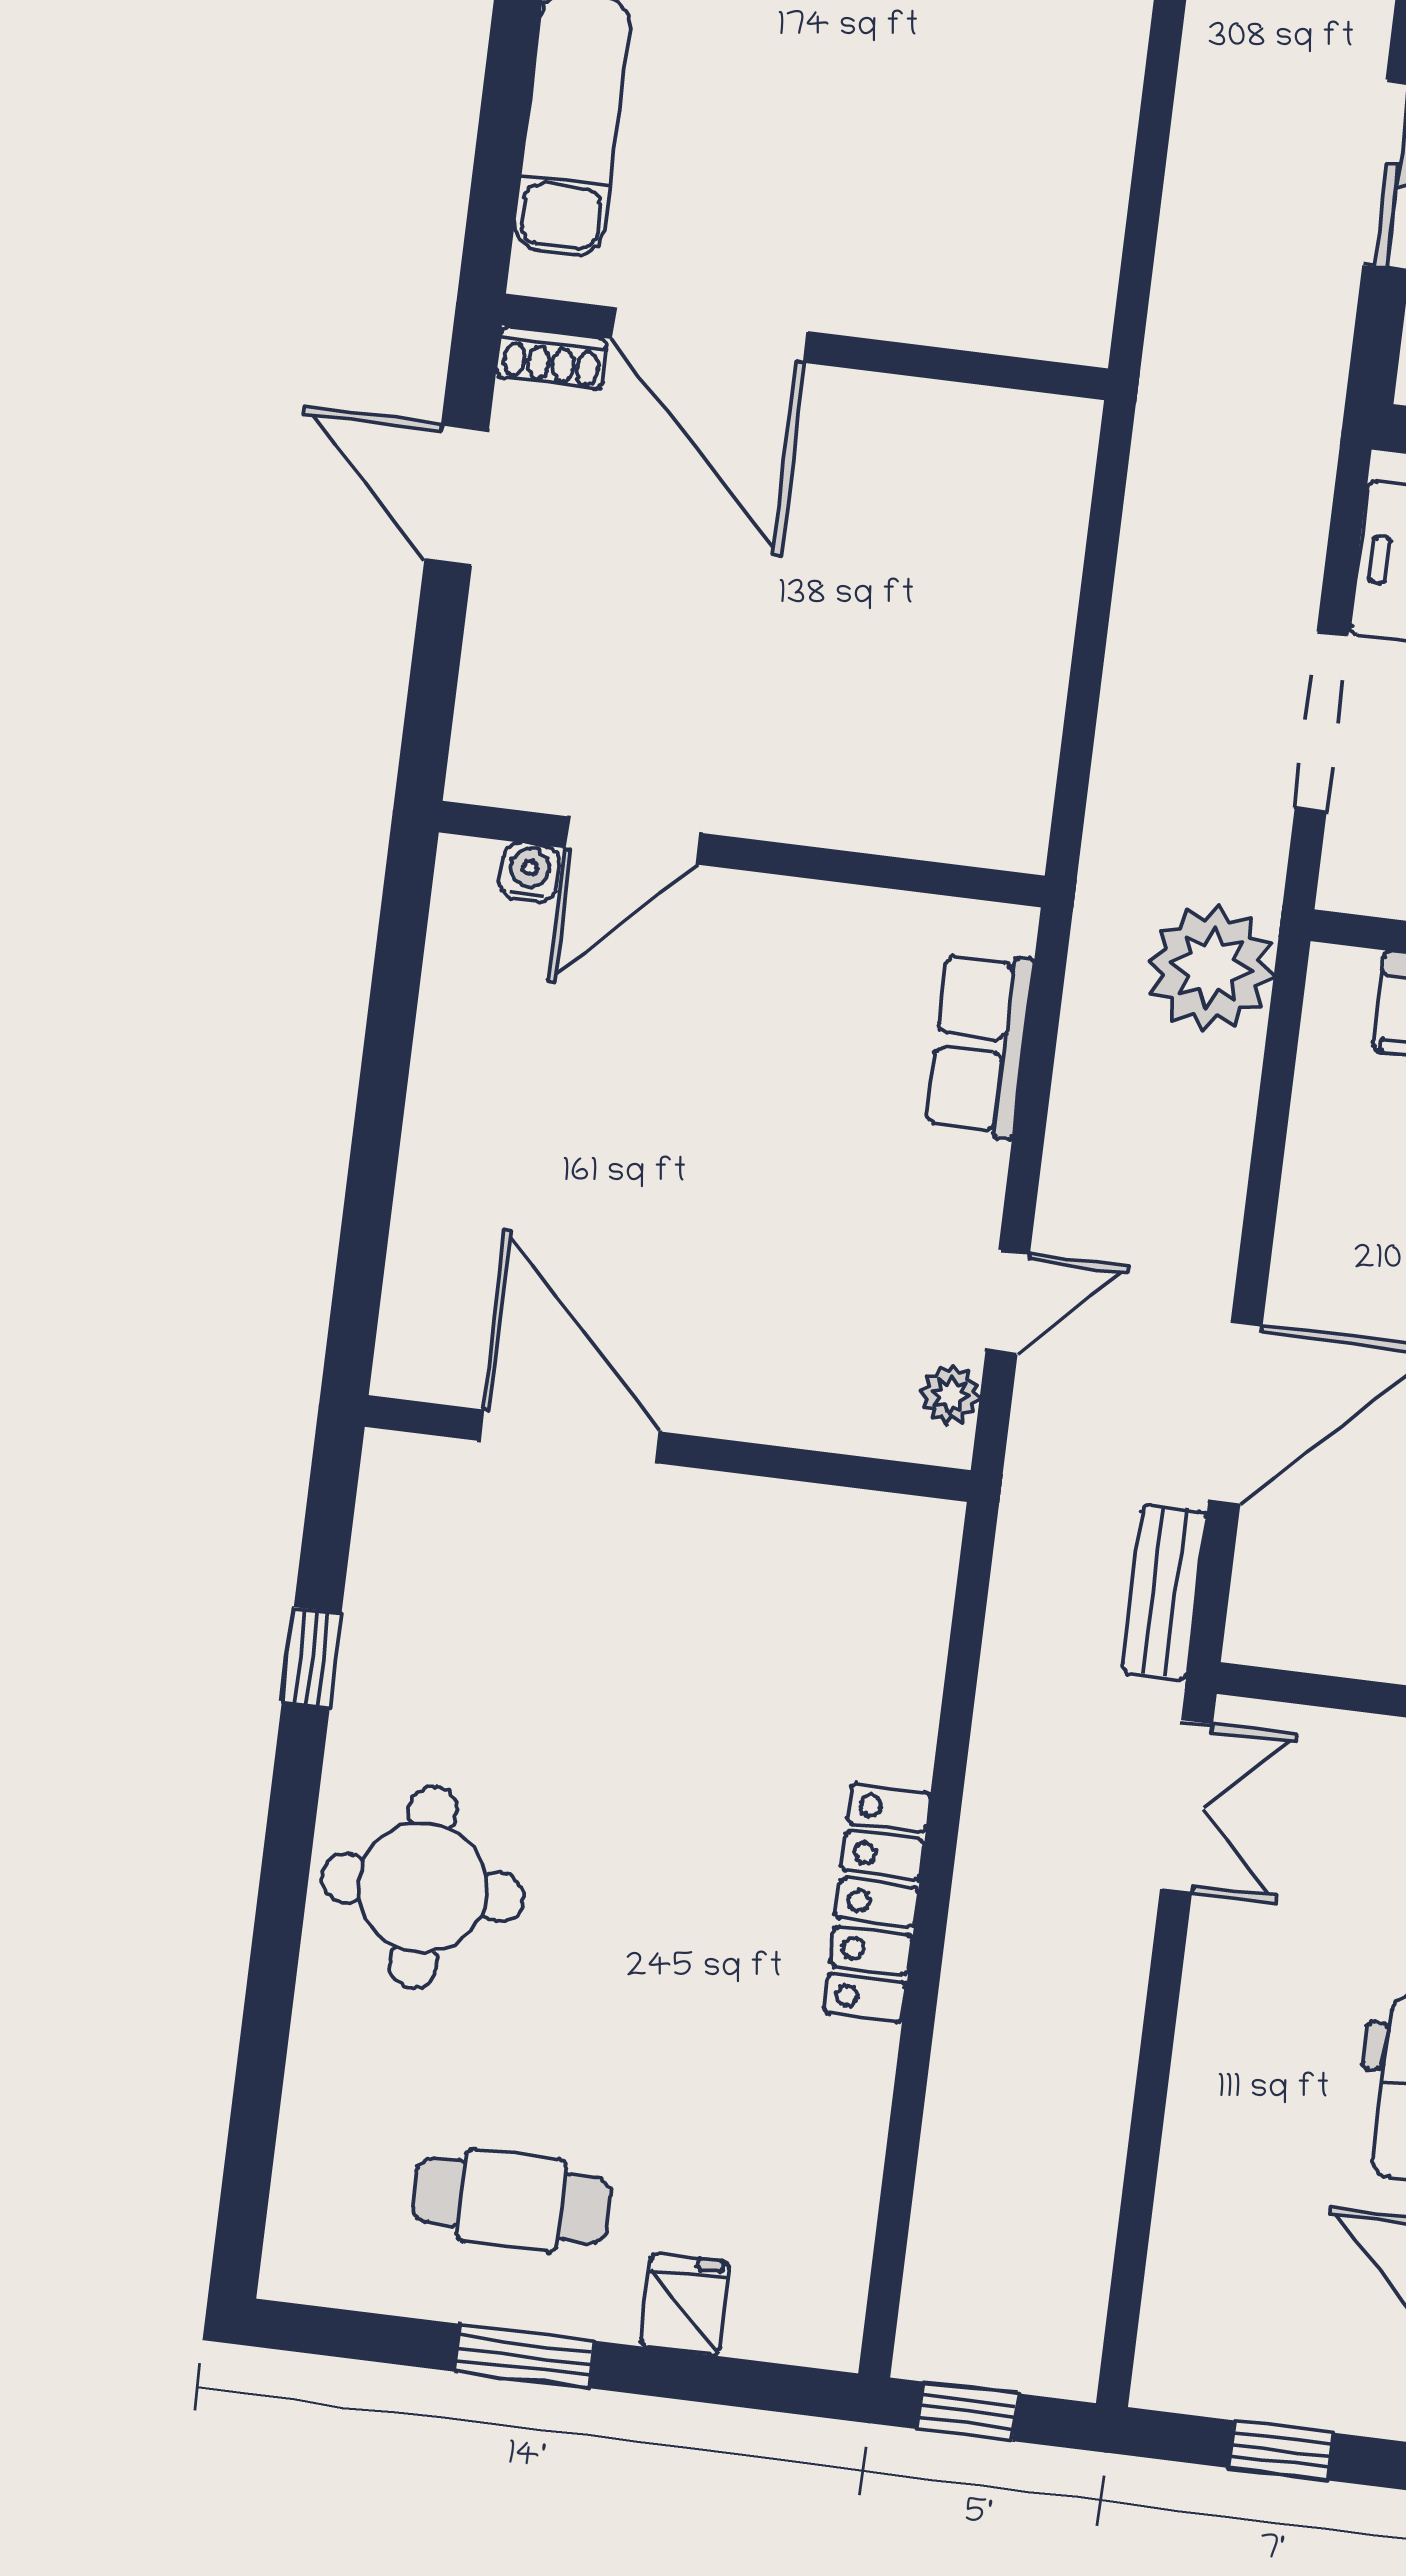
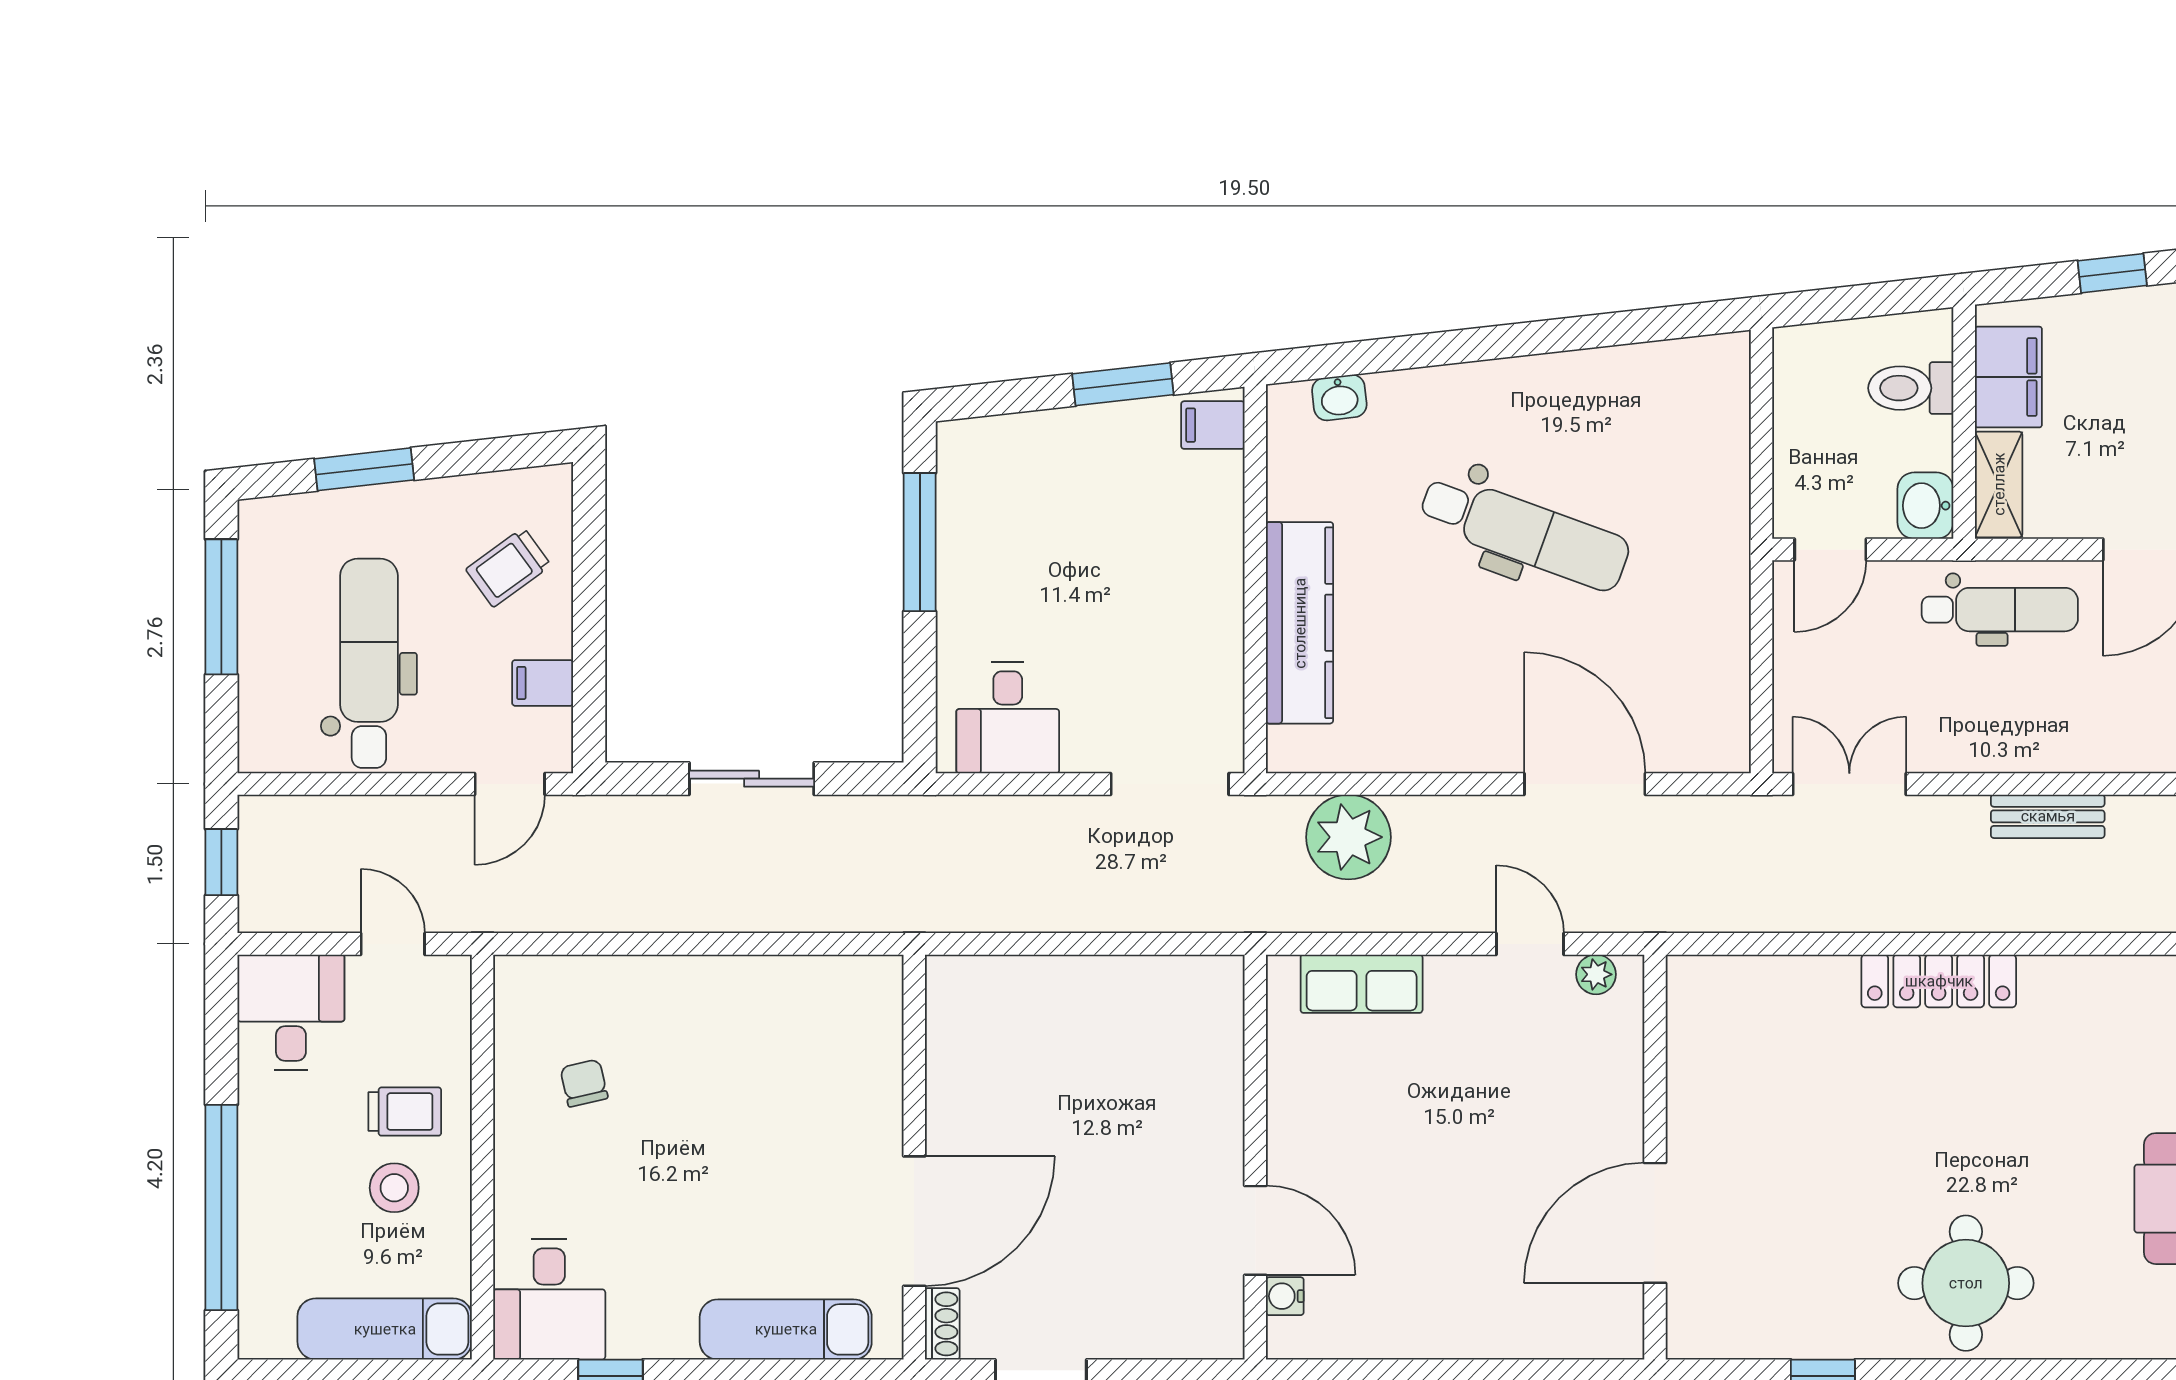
doorway: (1322, 721) -> (1170, 784), moved
plant: (1211, 968) -> (1348, 837), moved
bench: (1164, 1592) -> (2048, 816), moved

